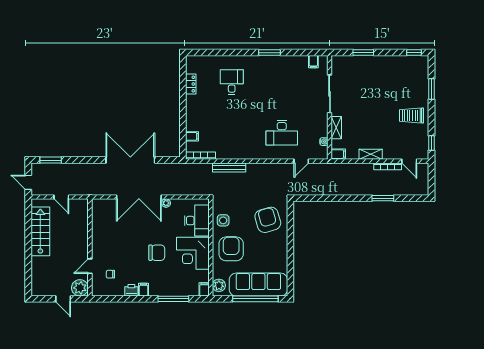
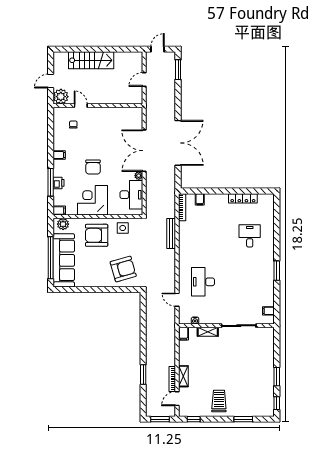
window: (363, 53) -> (277, 377), moved
desk: (232, 82) -> (250, 236), turned -90
locker: (191, 84) -> (243, 198), width x1.53
shelving: (371, 154) -> (183, 376), moved
window: (431, 180) -> (160, 419), added
desk: (197, 221) -> (131, 195), moved, turned -90
stairs: (40, 231) -> (91, 60), moved
armchair: (231, 249) -> (97, 235), turned 180
printer: (131, 290) -> (59, 183), moved

